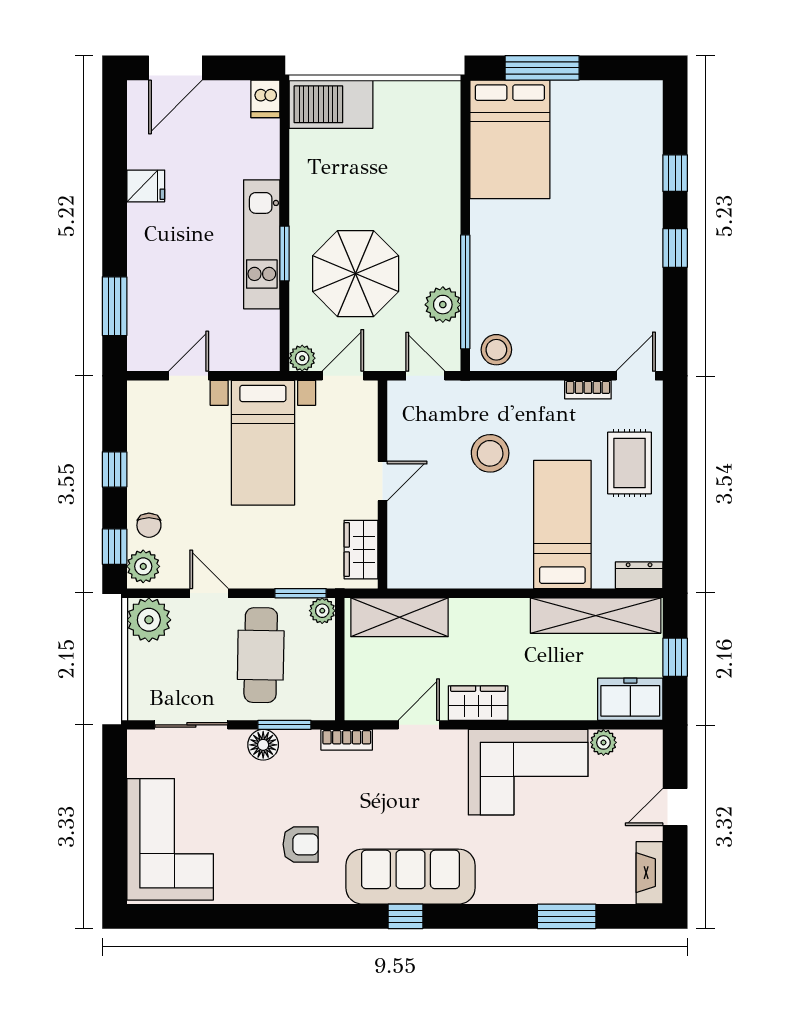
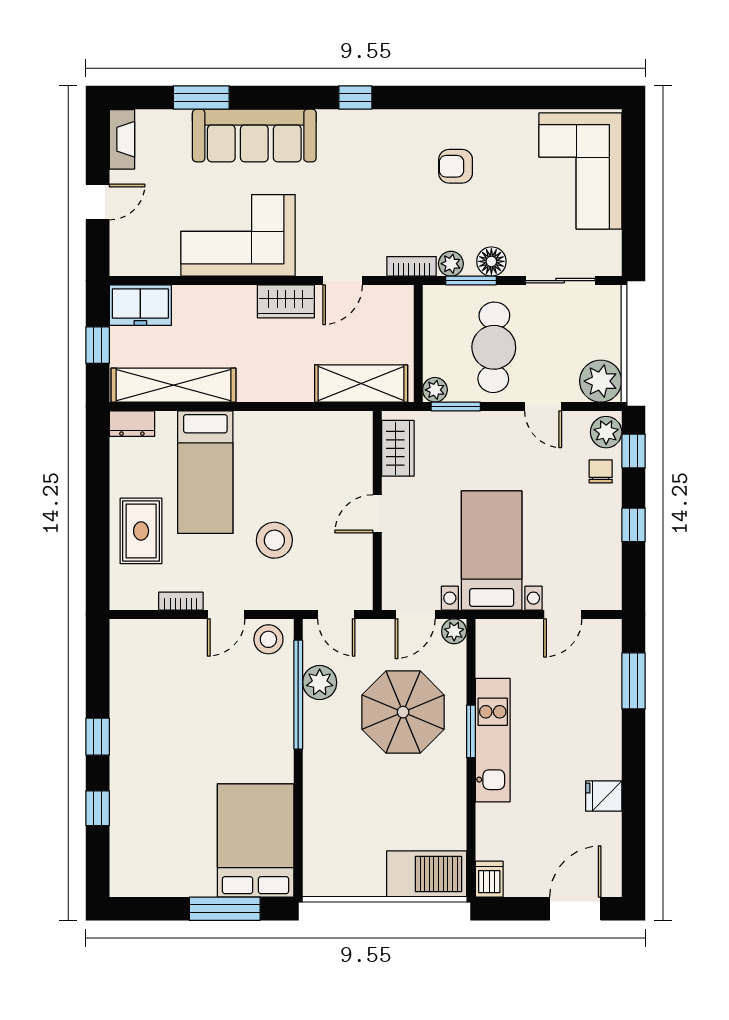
door: (636, 376) -> (226, 614), moved
plant: (603, 742) -> (451, 264), moved
sofa: (410, 877) -> (254, 136), moved

